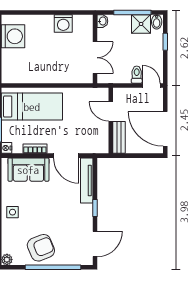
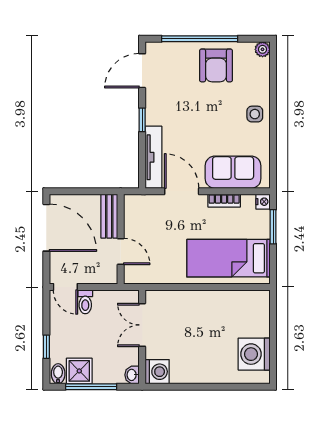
washing machine: (63, 23) -> (157, 372), moved, turned 90
armchair: (41, 248) -> (216, 65), turned -68

